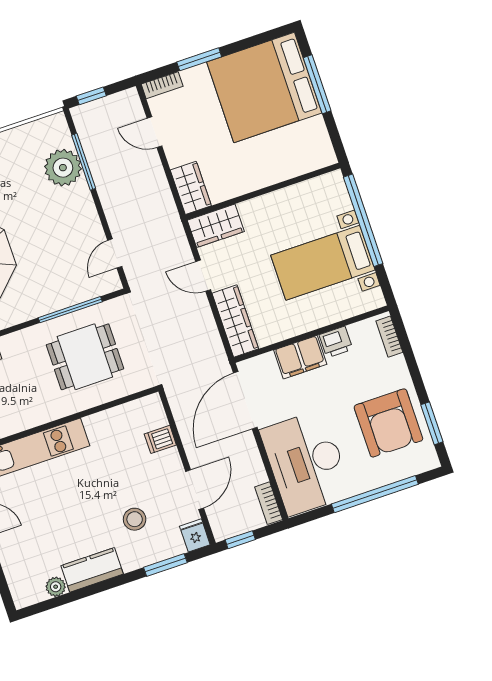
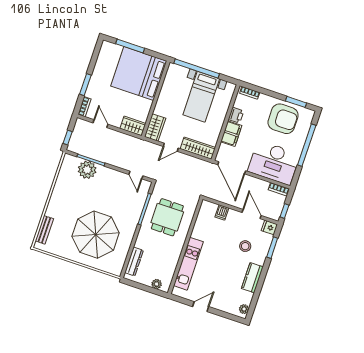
bed: (264, 87) -> (139, 74), moved, turned 90
door: (154, 132) -> (100, 124), swing flipped
plant: (56, 587) -> (244, 309), moved

